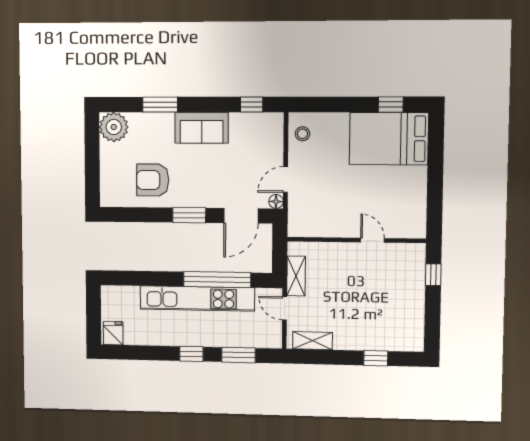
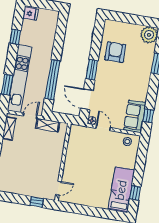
sofa: (202, 128) -> (135, 116), moved
bed: (389, 139) -> (121, 190), width x0.67
door: (372, 240) -> (58, 188), moved
kitchen unit: (197, 299) -> (20, 79), moved, turned 180
window: (191, 354) -> (15, 37), moved

